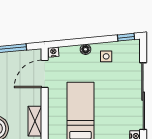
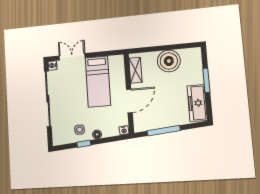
window: (126, 37) -> (84, 144), moved
door: (45, 74) -> (129, 101), moved

